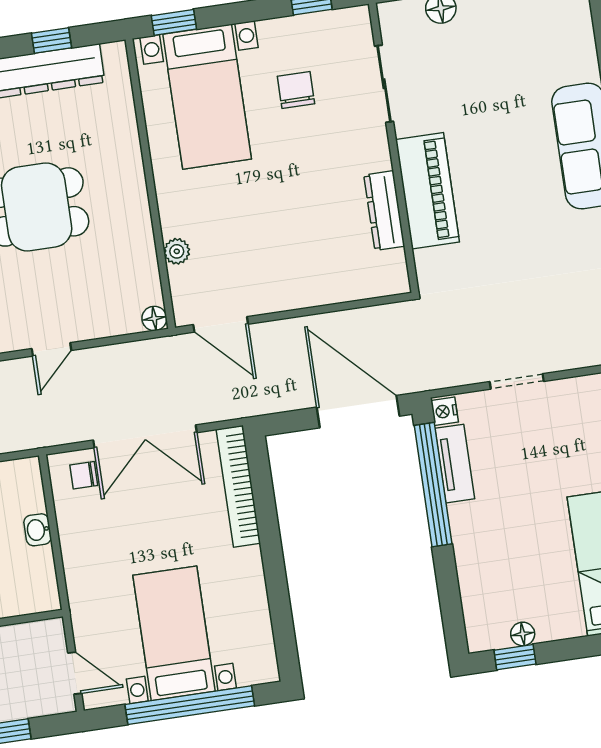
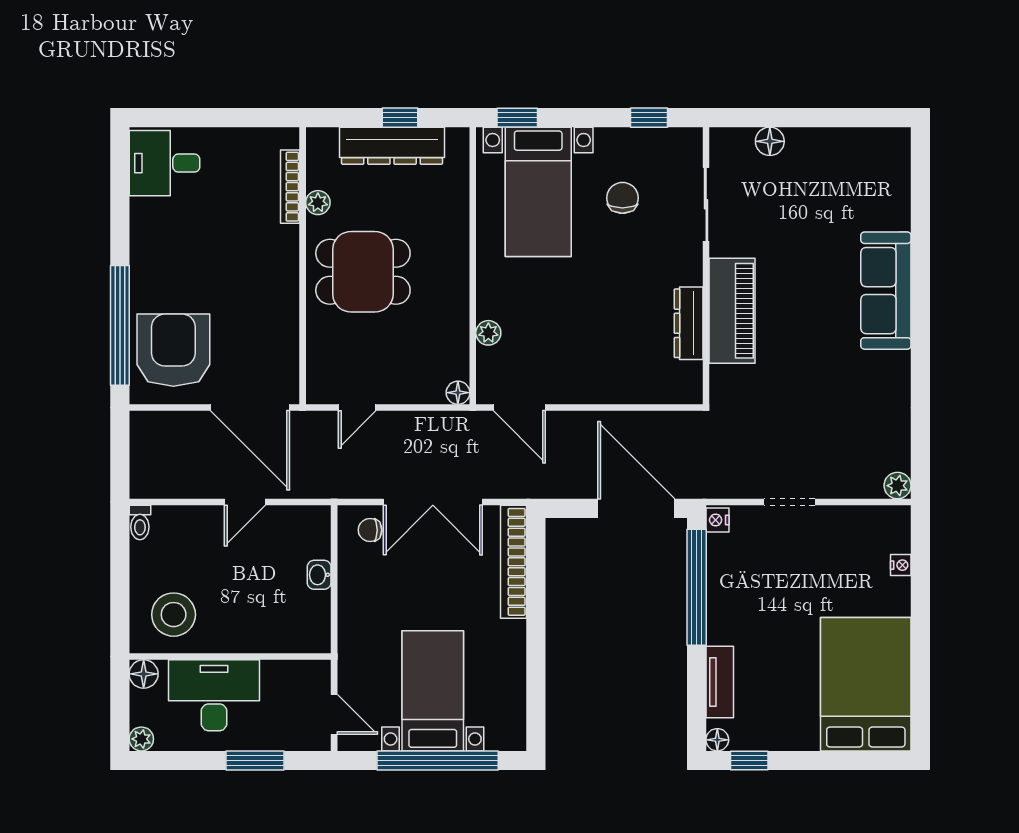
tv unit: (455, 464) -> (720, 682), moved
floor lamp: (523, 634) -> (717, 740), moved

